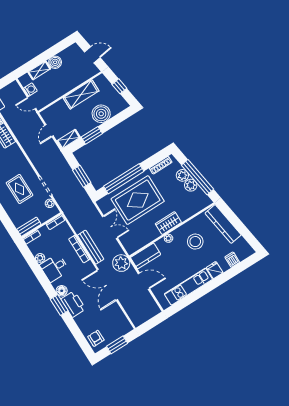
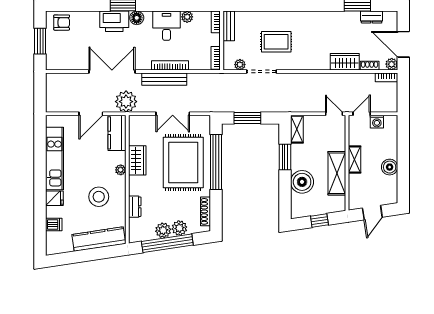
shelving: (39, 70) -> (354, 160), moved
door: (49, 131) -> (334, 114), moved
dresser: (187, 214) -> (135, 207), added
wardrobe: (168, 223) -> (137, 160), moved

